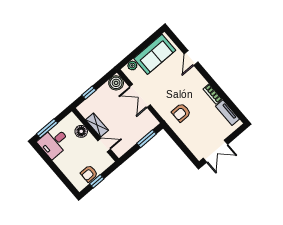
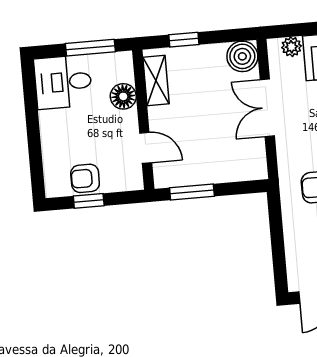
shelving: (97, 125) -> (156, 80), moved
window: (47, 128) -> (90, 48), moved
window: (146, 139) -> (192, 192), moved

